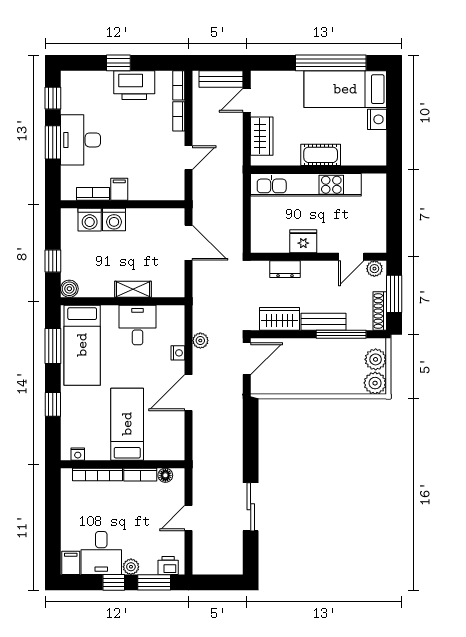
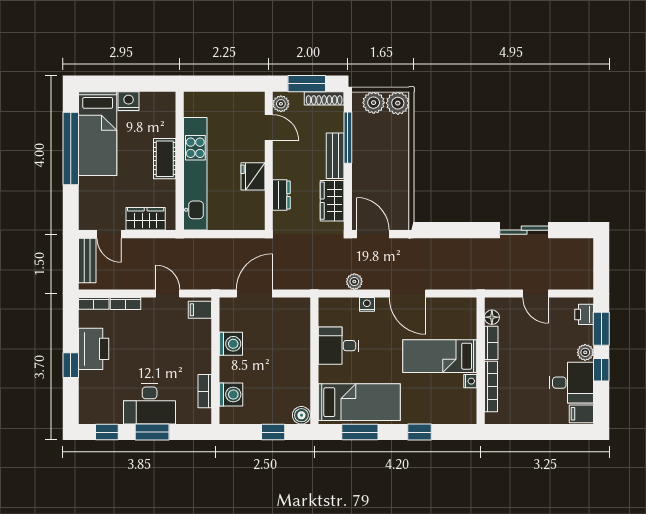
filing cabinet: (119, 189) -> (200, 310), moved
washing machine: (114, 220) -> (231, 344), moved
shelving: (133, 289) -> (302, 350), removed
nightstand: (78, 454) -> (470, 381), moved

